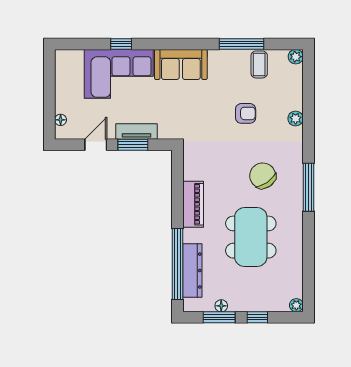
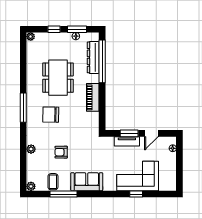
sofa: (181, 64) -> (87, 182), moved
chair: (263, 176) -> (51, 115), turned 126

